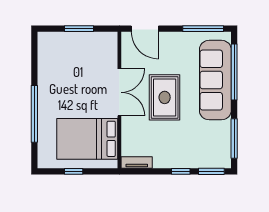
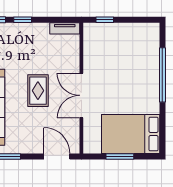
rug: (165, 97) -> (38, 91), width x0.73, depth x0.70
bed: (87, 139) -> (131, 134), moved, turned 180
window: (74, 171) -> (105, 20), moved

